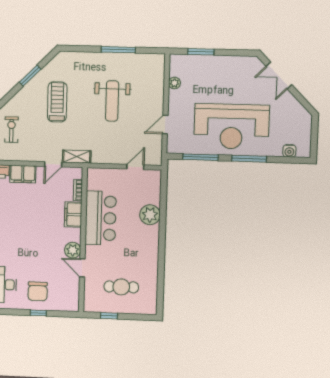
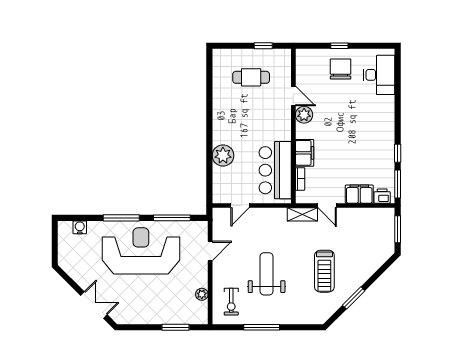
exercise bike: (11, 130) -> (231, 302), moved
door: (53, 164) -> (327, 205), swing flipped
bar counter: (101, 218) -> (275, 170), moved

